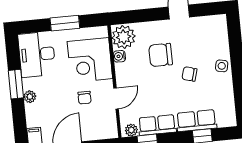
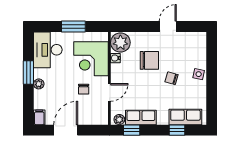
chair: (161, 55) -> (149, 60), turned 180
row of seats: (196, 121) -> (185, 117), moved

